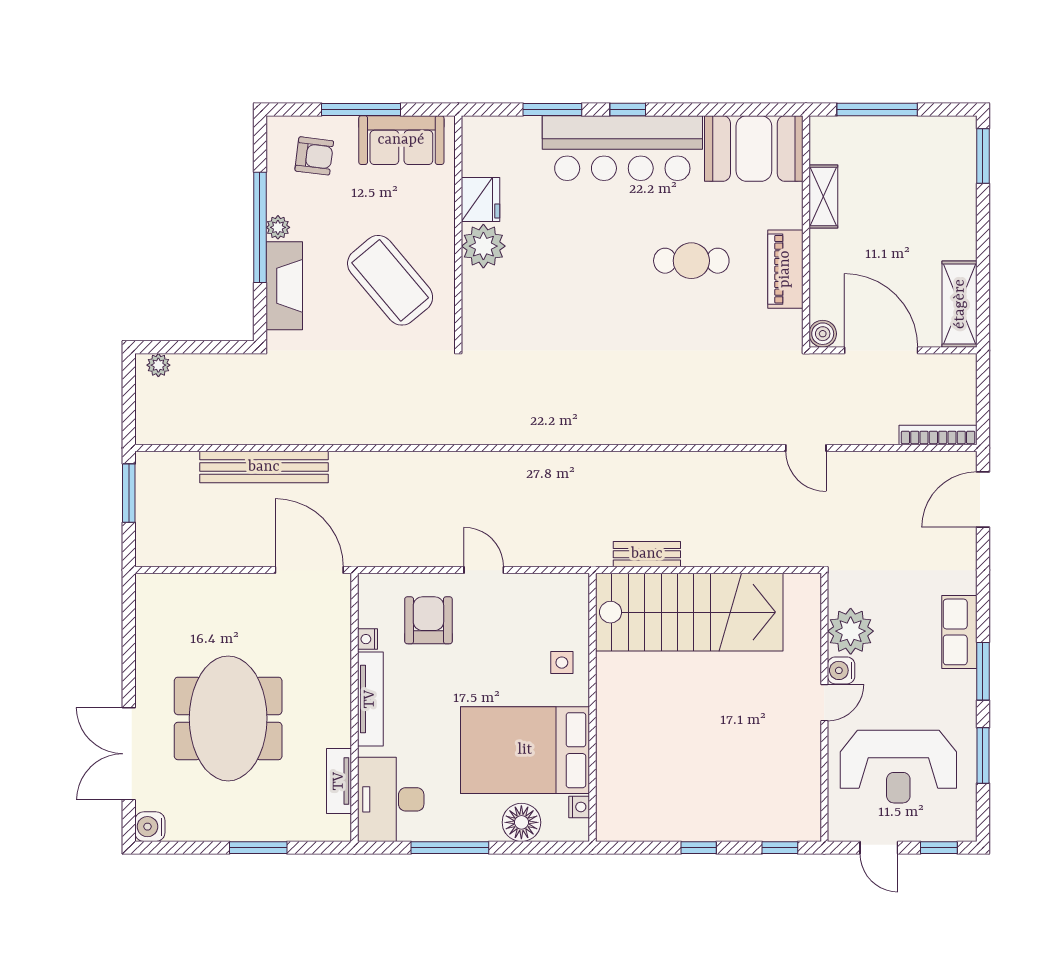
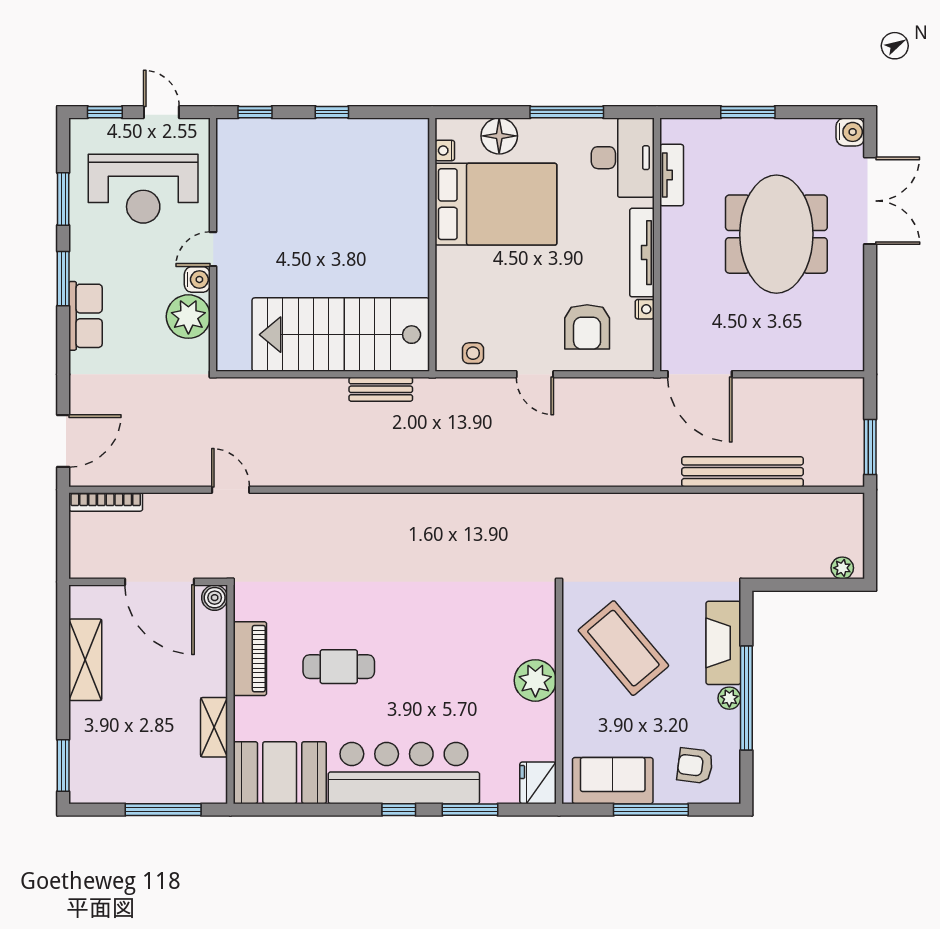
fridge: (480, 199) -> (538, 783), moved
shelving: (960, 304) -> (85, 660), moved
side table: (562, 663) -> (473, 353), moved
reception desk: (898, 767) -> (143, 189), turned 180

